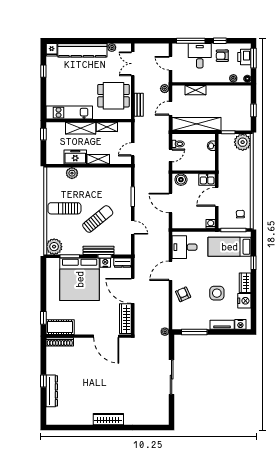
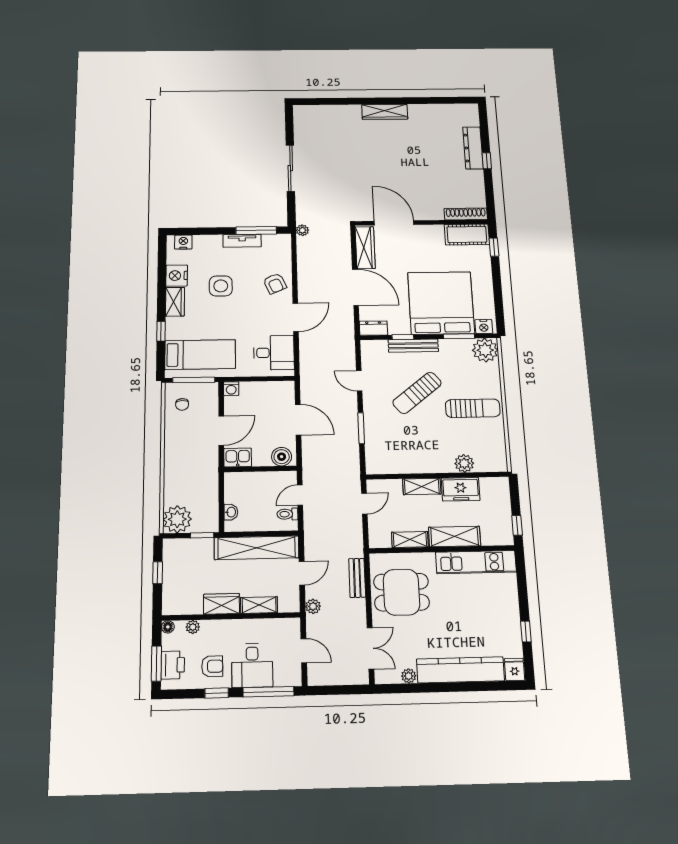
wardrobe: (217, 91) -> (221, 604), added
nightstand: (105, 263) -> (484, 327), moved
tv unit: (222, 325) -> (242, 241), moved

